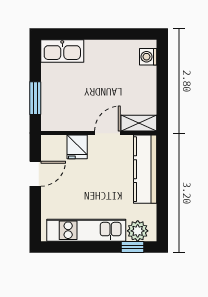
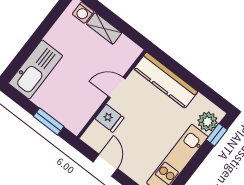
kitchen sink: (62, 51) -> (36, 70), width x1.36, depth x1.24
shelving: (139, 123) -> (104, 28), moved, turned 90
door: (107, 133) -> (117, 88), hinge flipped

